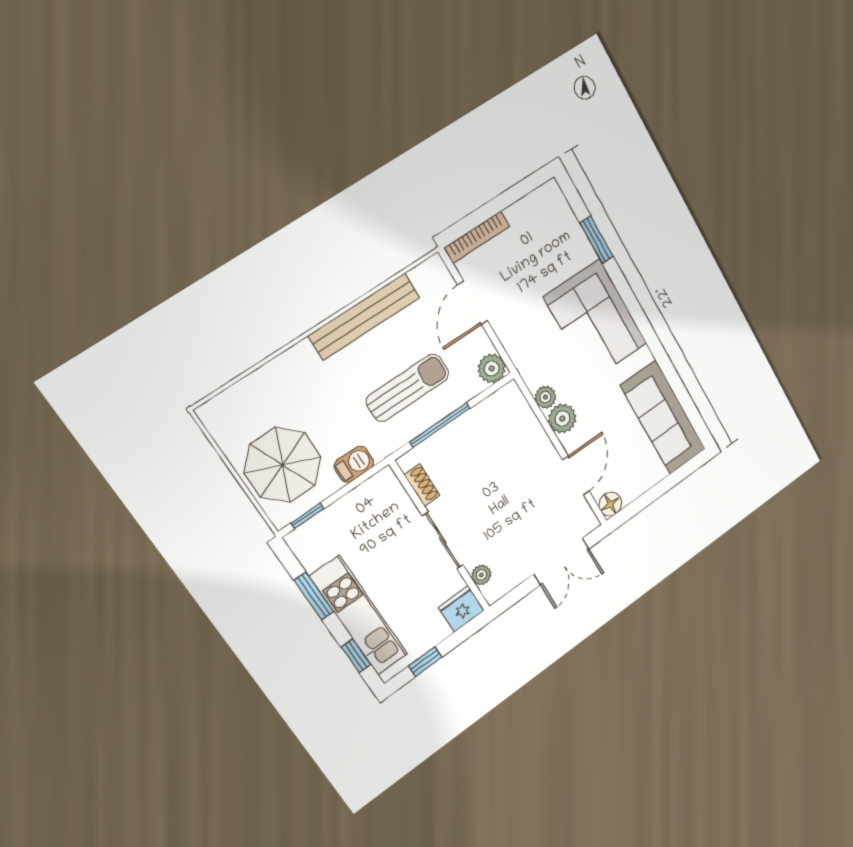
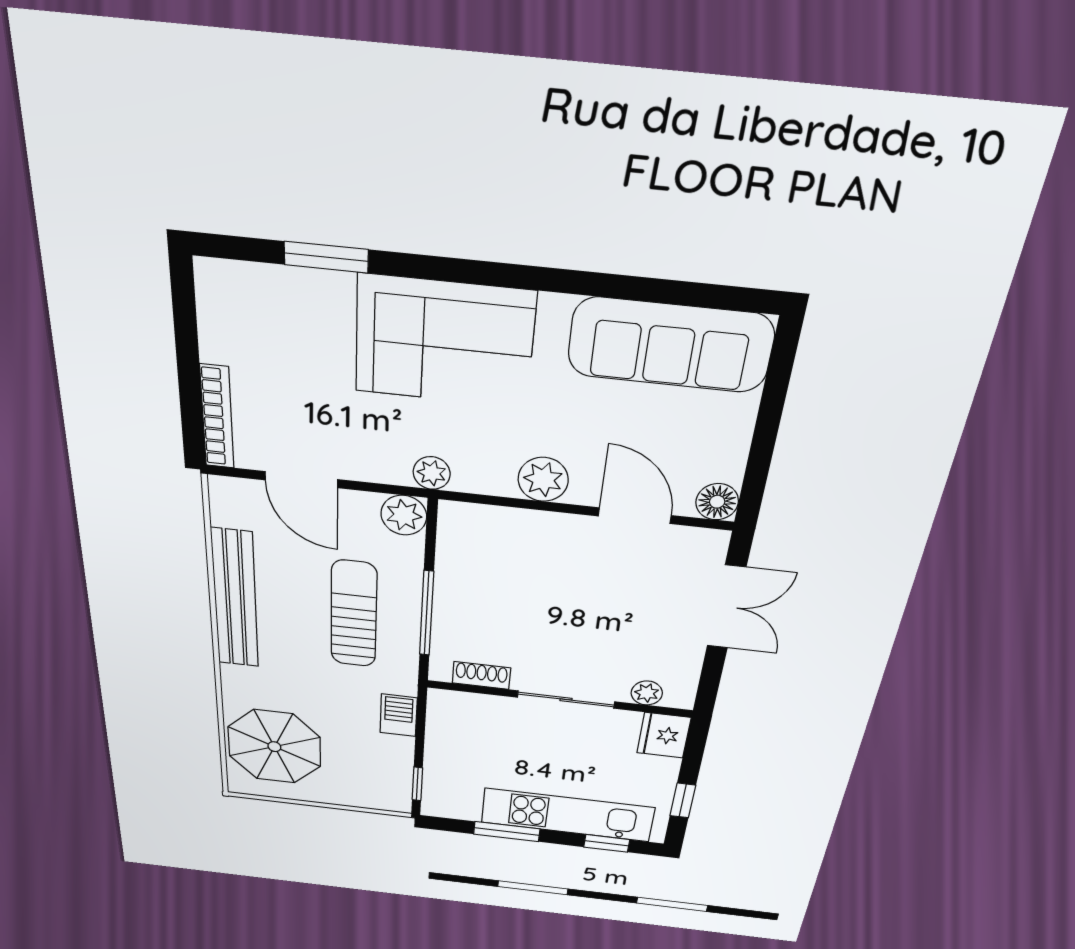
plant: (545, 397) -> (432, 473), moved
parasol: (283, 465) -> (274, 747), moved

